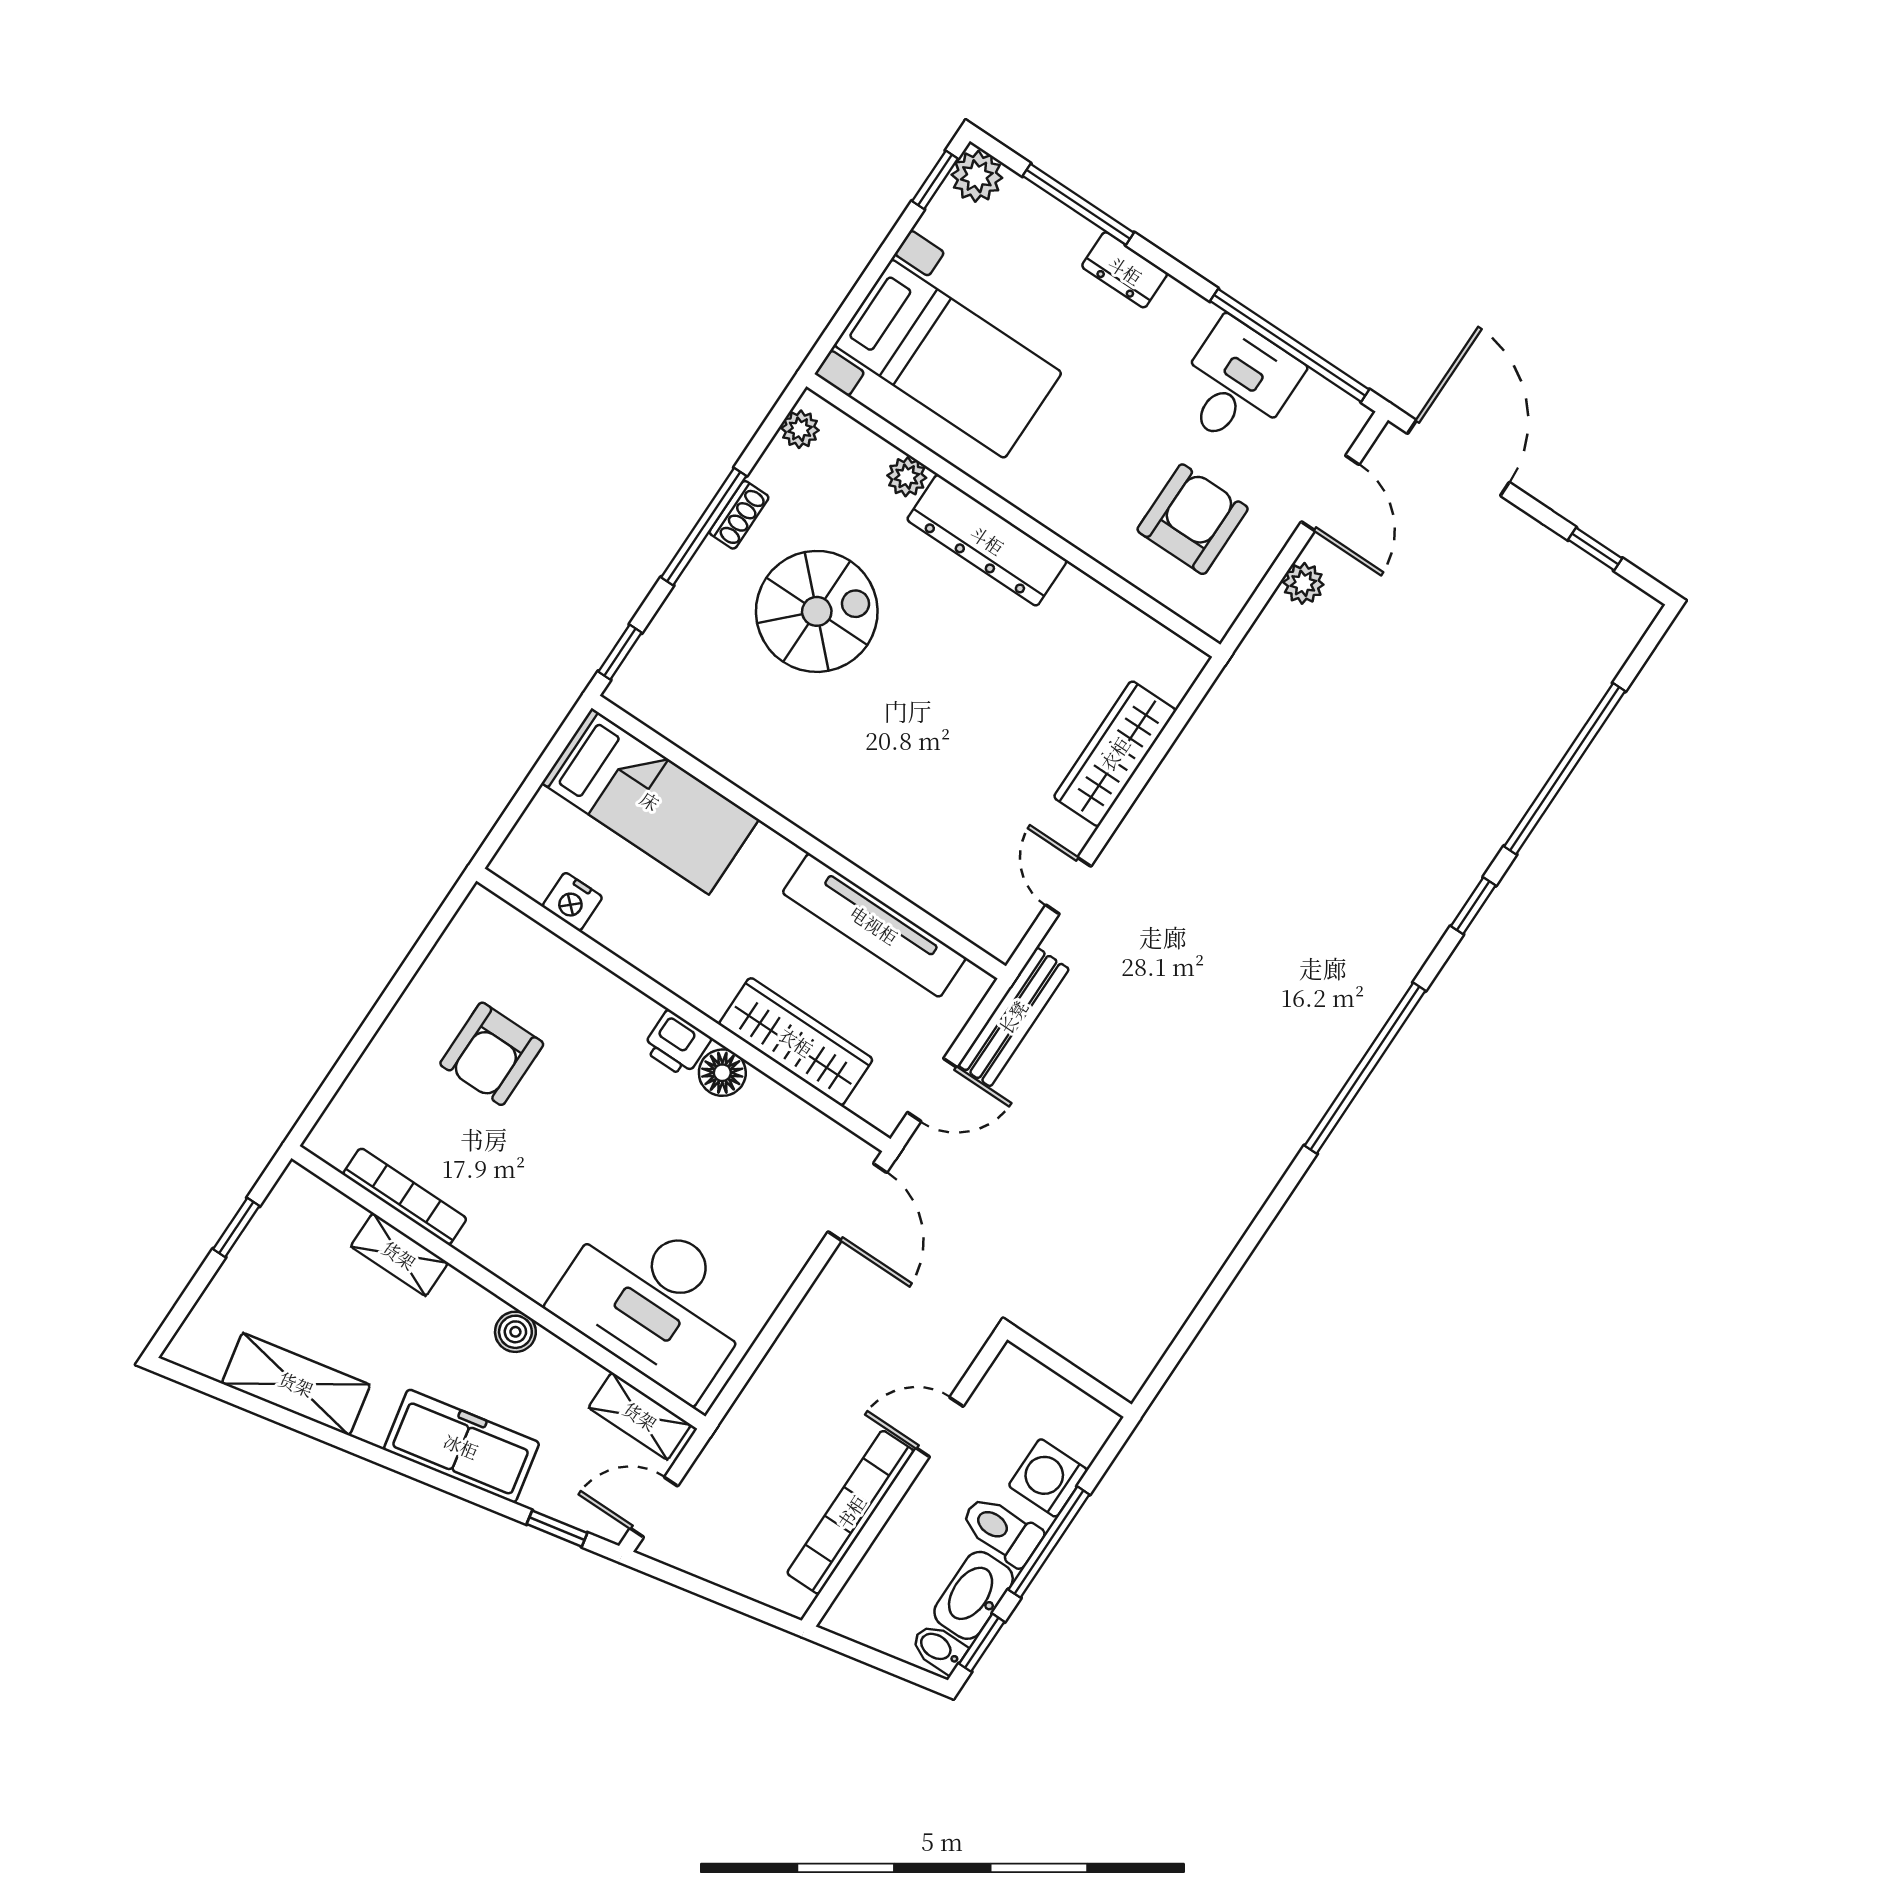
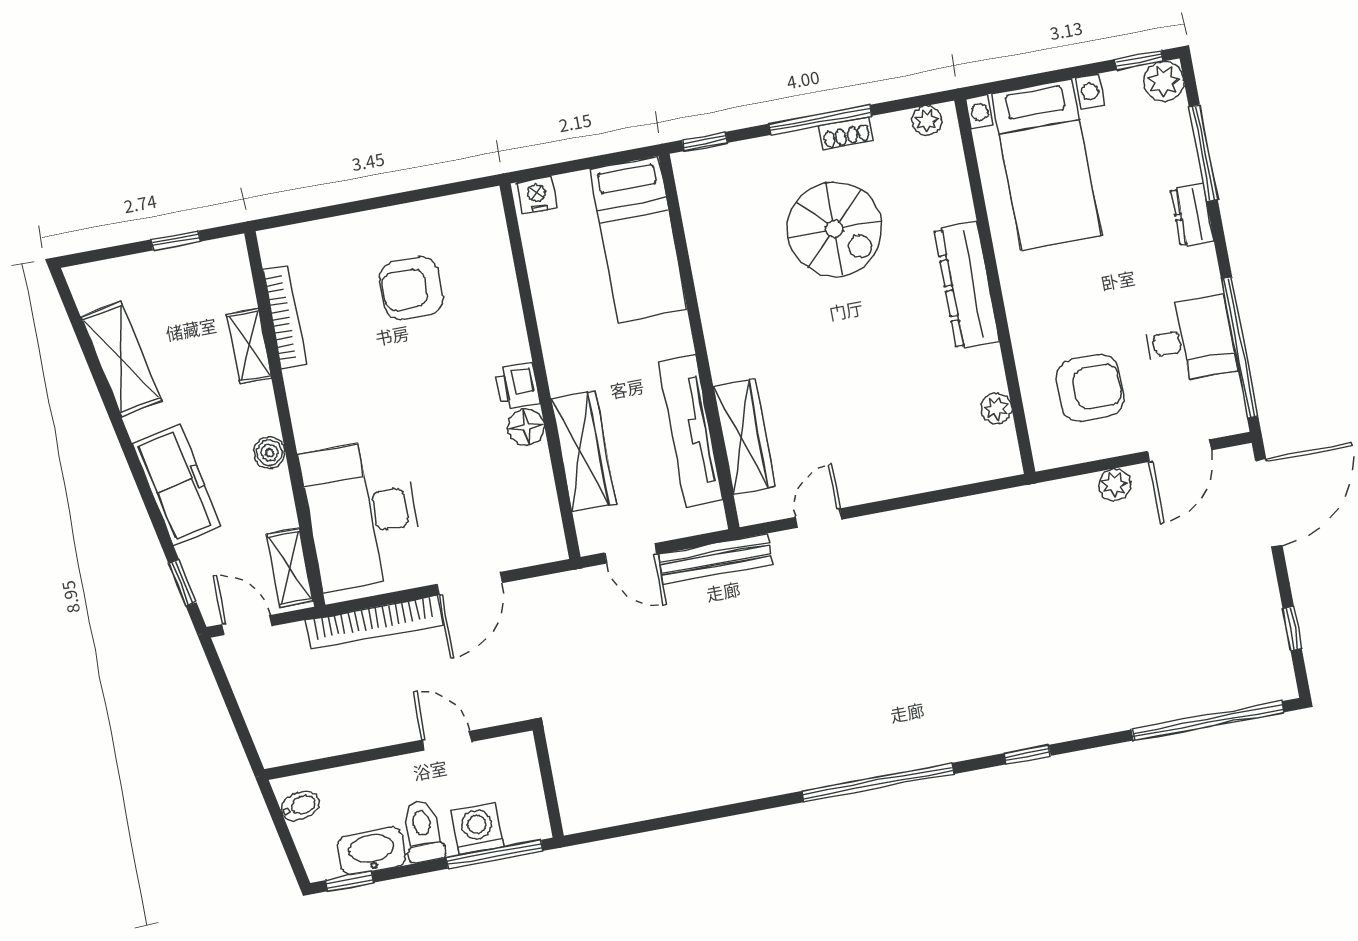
plant: (907, 477) -> (996, 408), moved
wardrobe: (1115, 754) -> (744, 436), moved, turned 90
window: (1565, 769) -> (1208, 721), moved
nightstand: (572, 902) -> (537, 195), moved, turned 90
door: (857, 1202) -> (470, 583), moved
bookcase: (851, 1512) -> (374, 623), moved, turned 180
window: (1049, 1542) -> (494, 854), moved
bidet: (939, 1648) -> (300, 806), moved, turned 79

